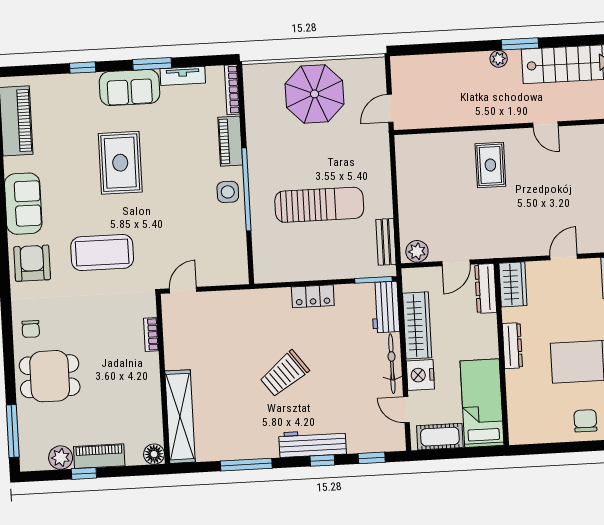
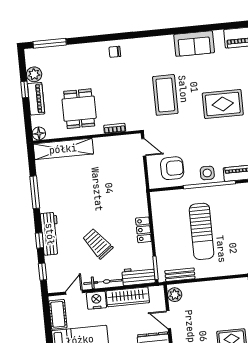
armchair: (32, 263) -> (172, 168), moved
trolley: (284, 374) -> (98, 243), moved
dining table: (50, 376) -> (79, 109), moved

